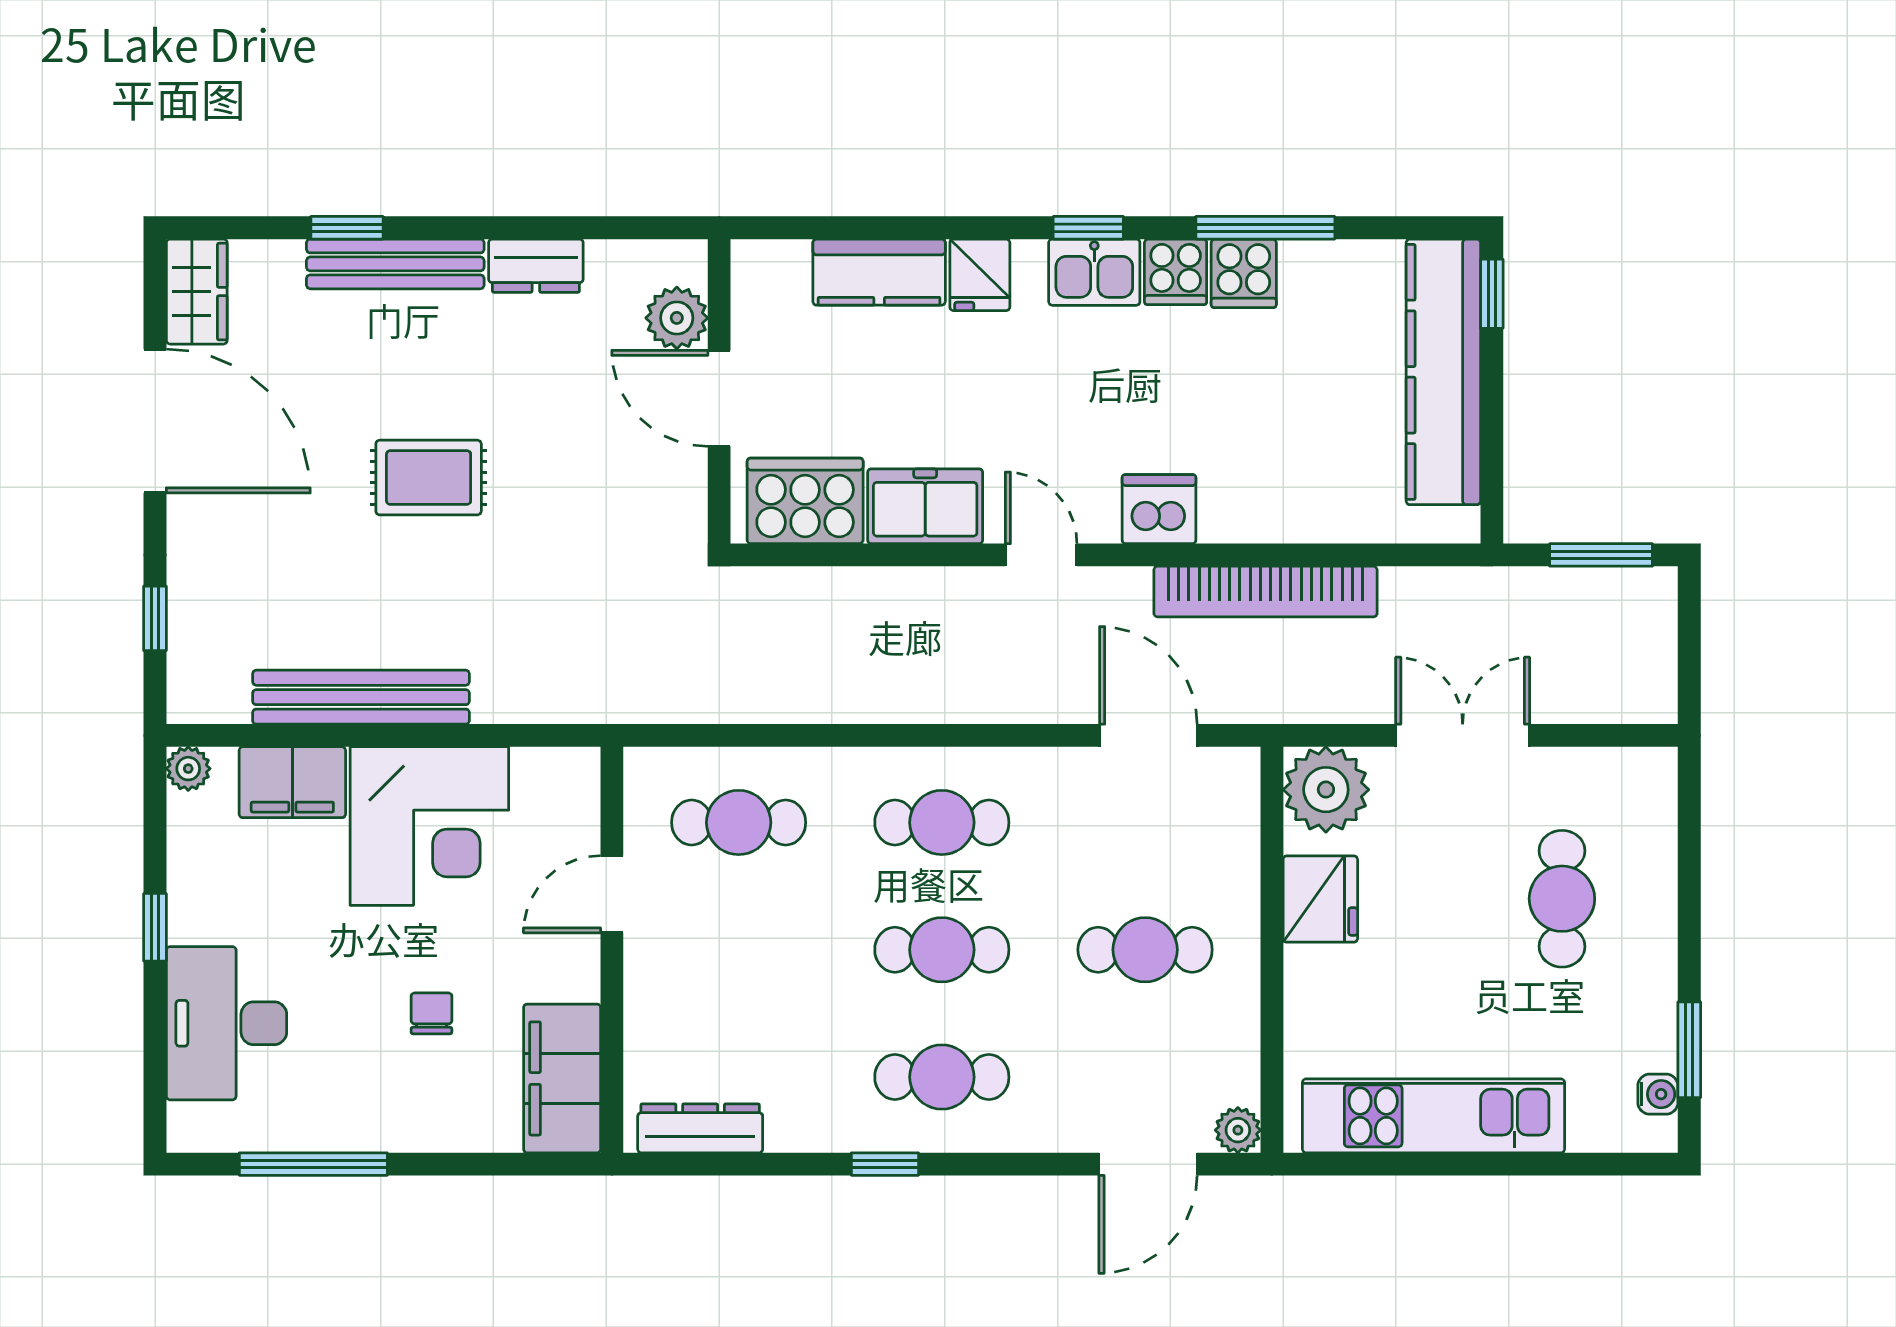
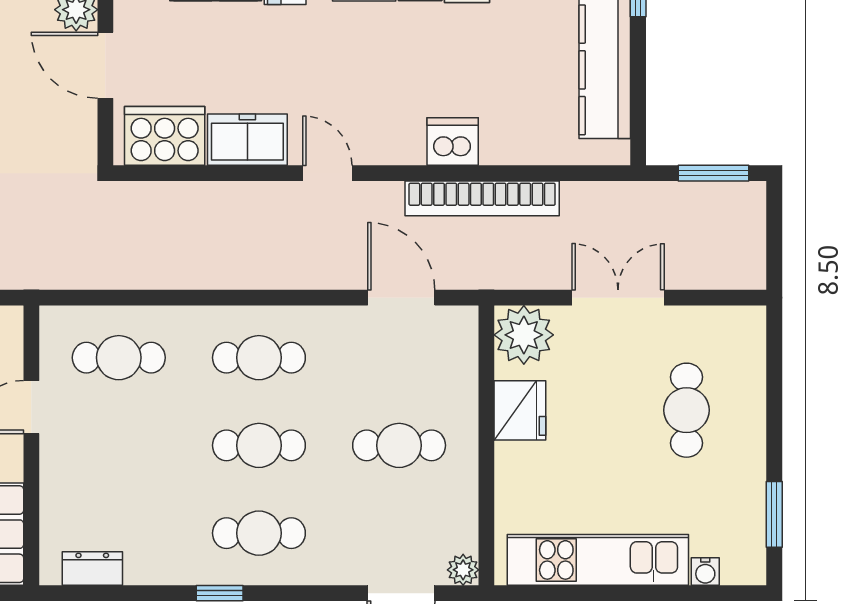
dishwasher: (1159, 509) -> (453, 142), moved
water cooler: (1658, 1094) -> (705, 572), moved, turned 90
dresser: (700, 1128) -> (92, 569), width x0.70

